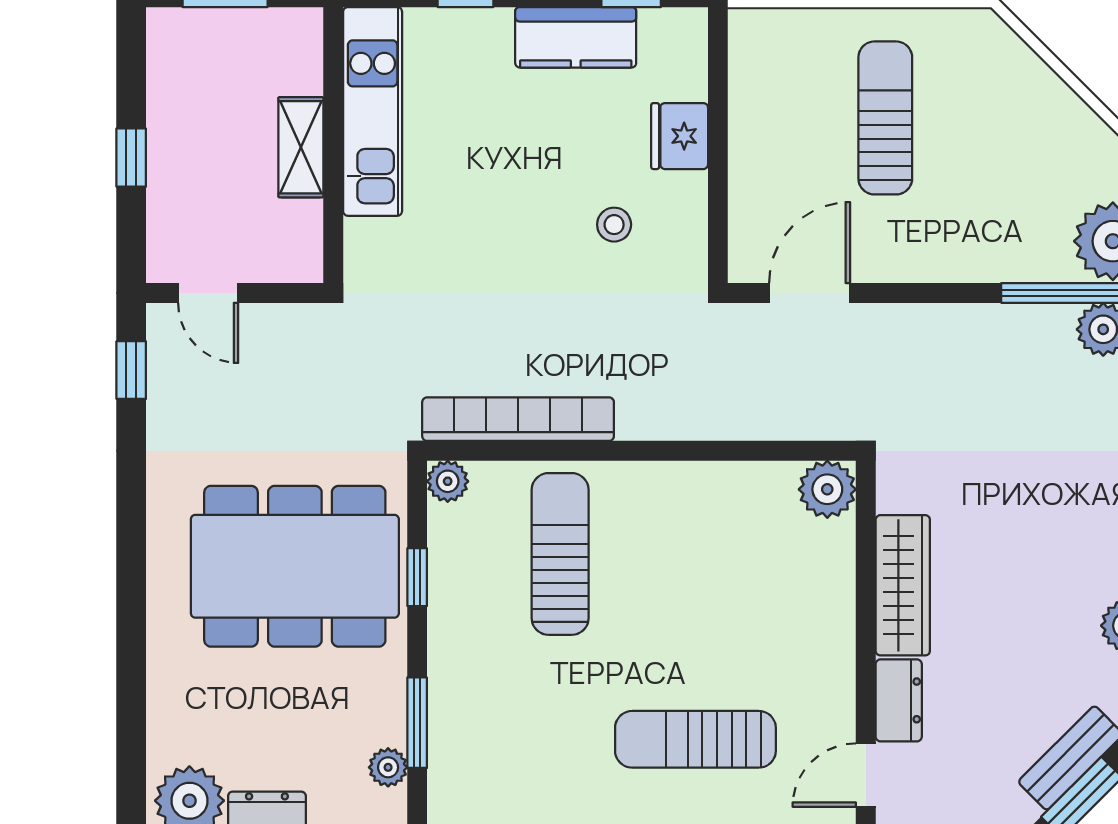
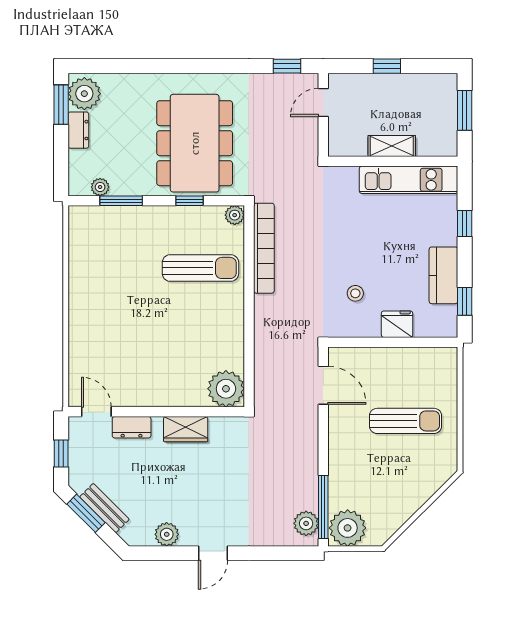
plant: (827, 489) -> (226, 389), width x1.36, depth x1.36
wardrobe: (903, 585) -> (186, 429), width x0.67
sun lounger: (695, 739) -> (113, 332), removed

